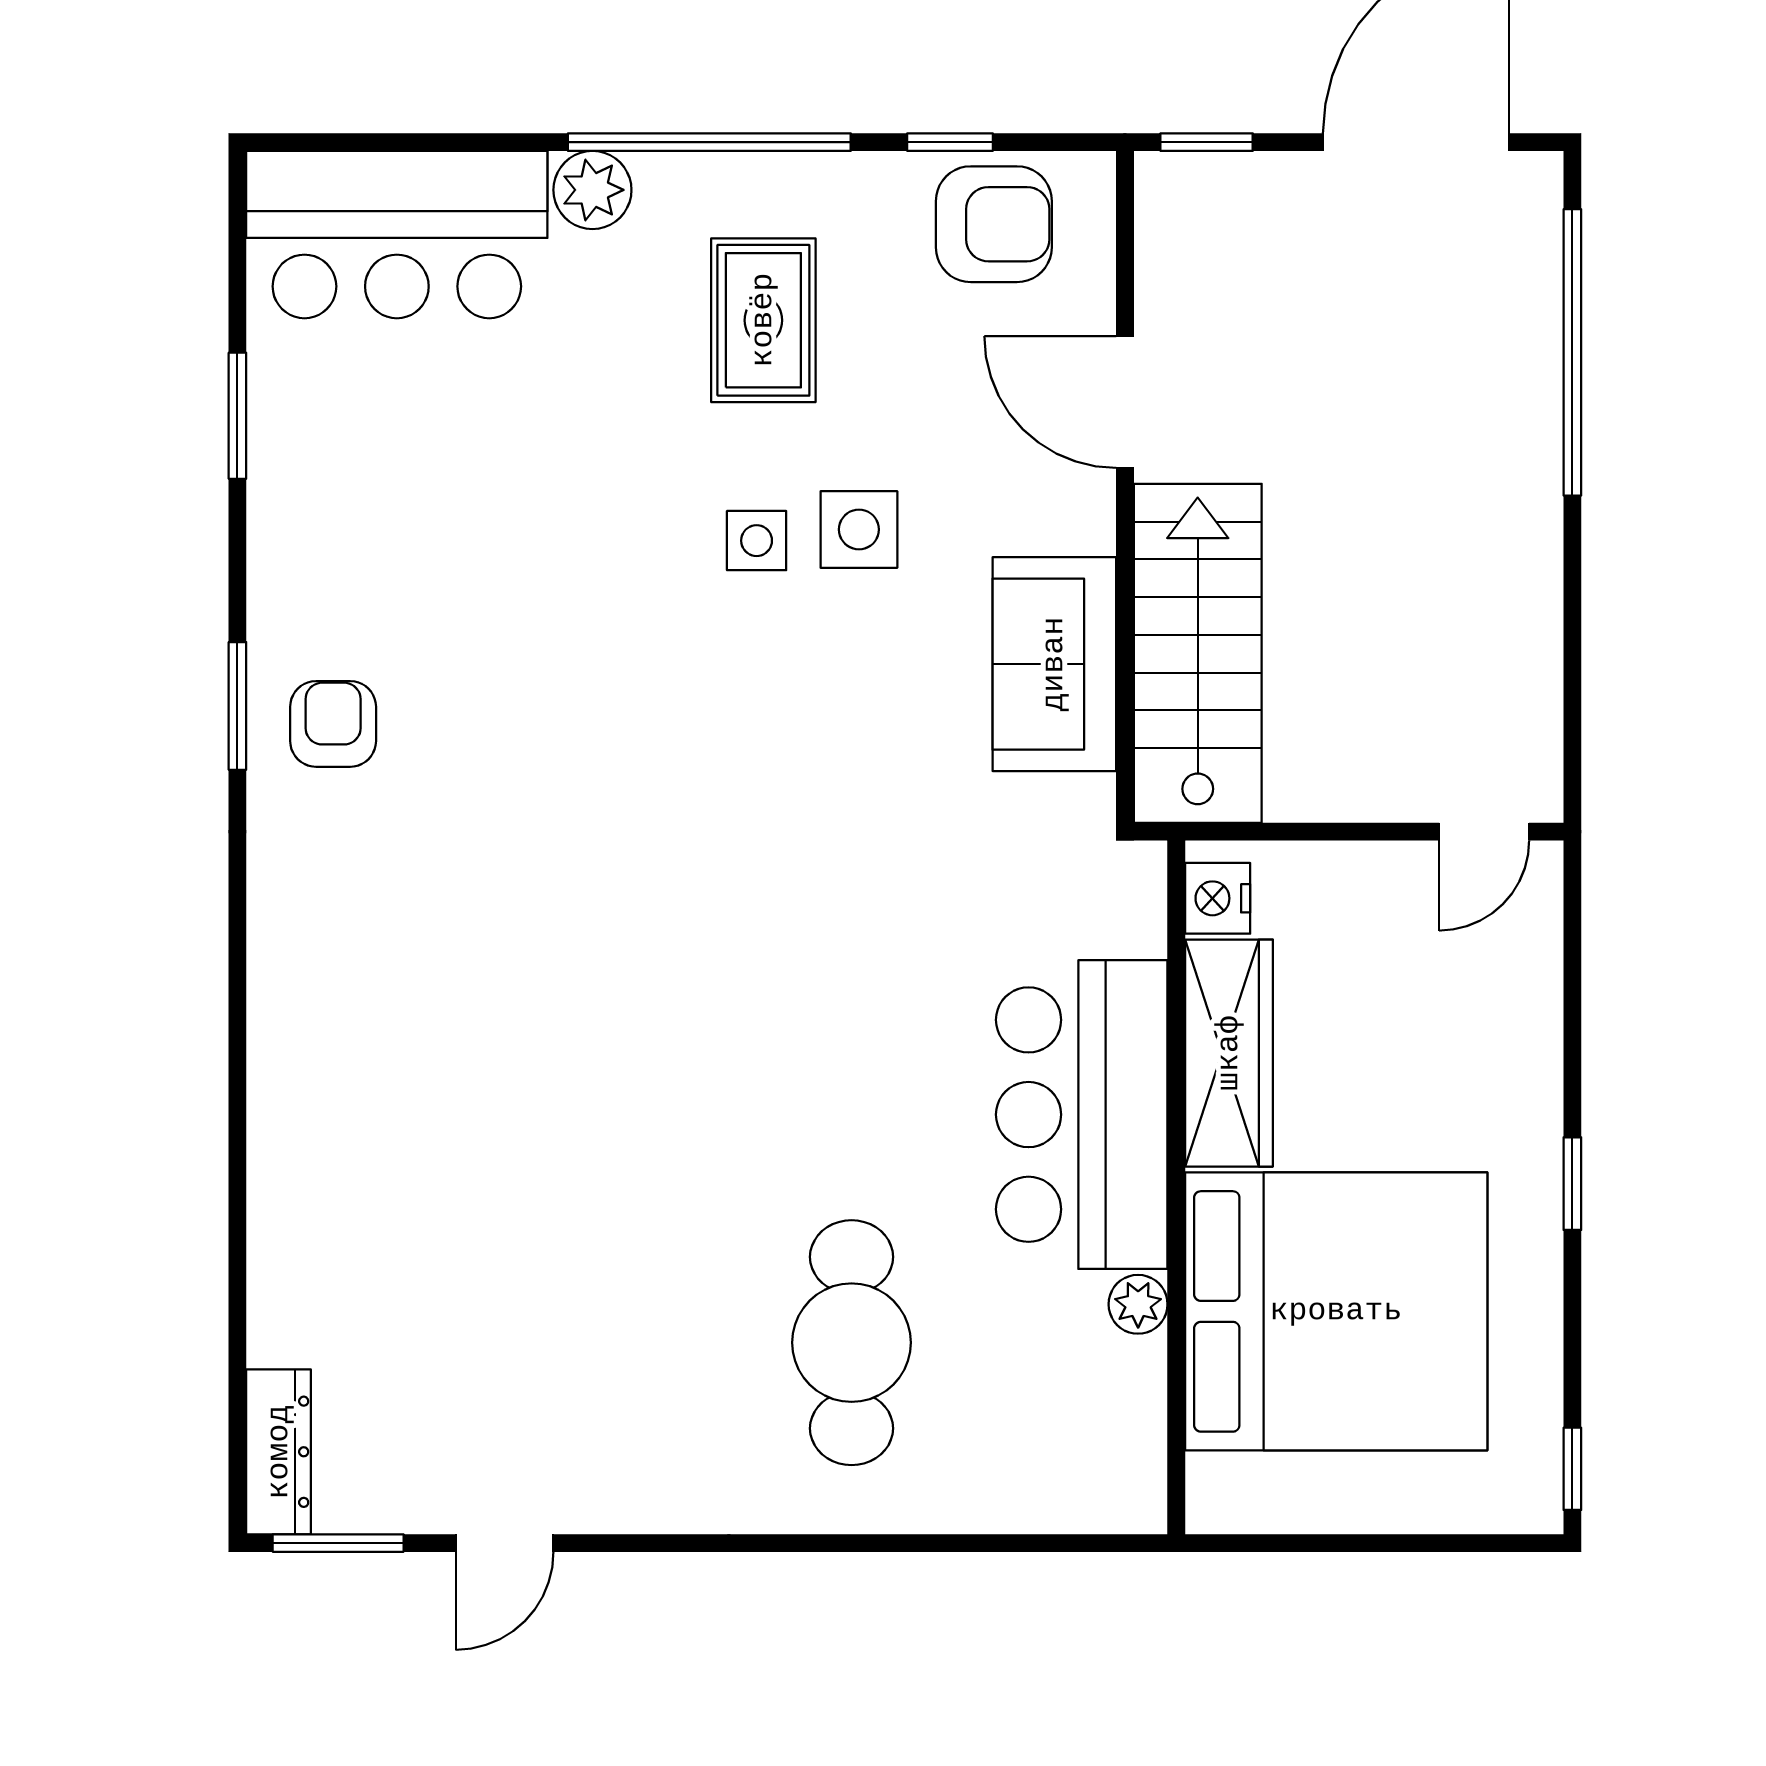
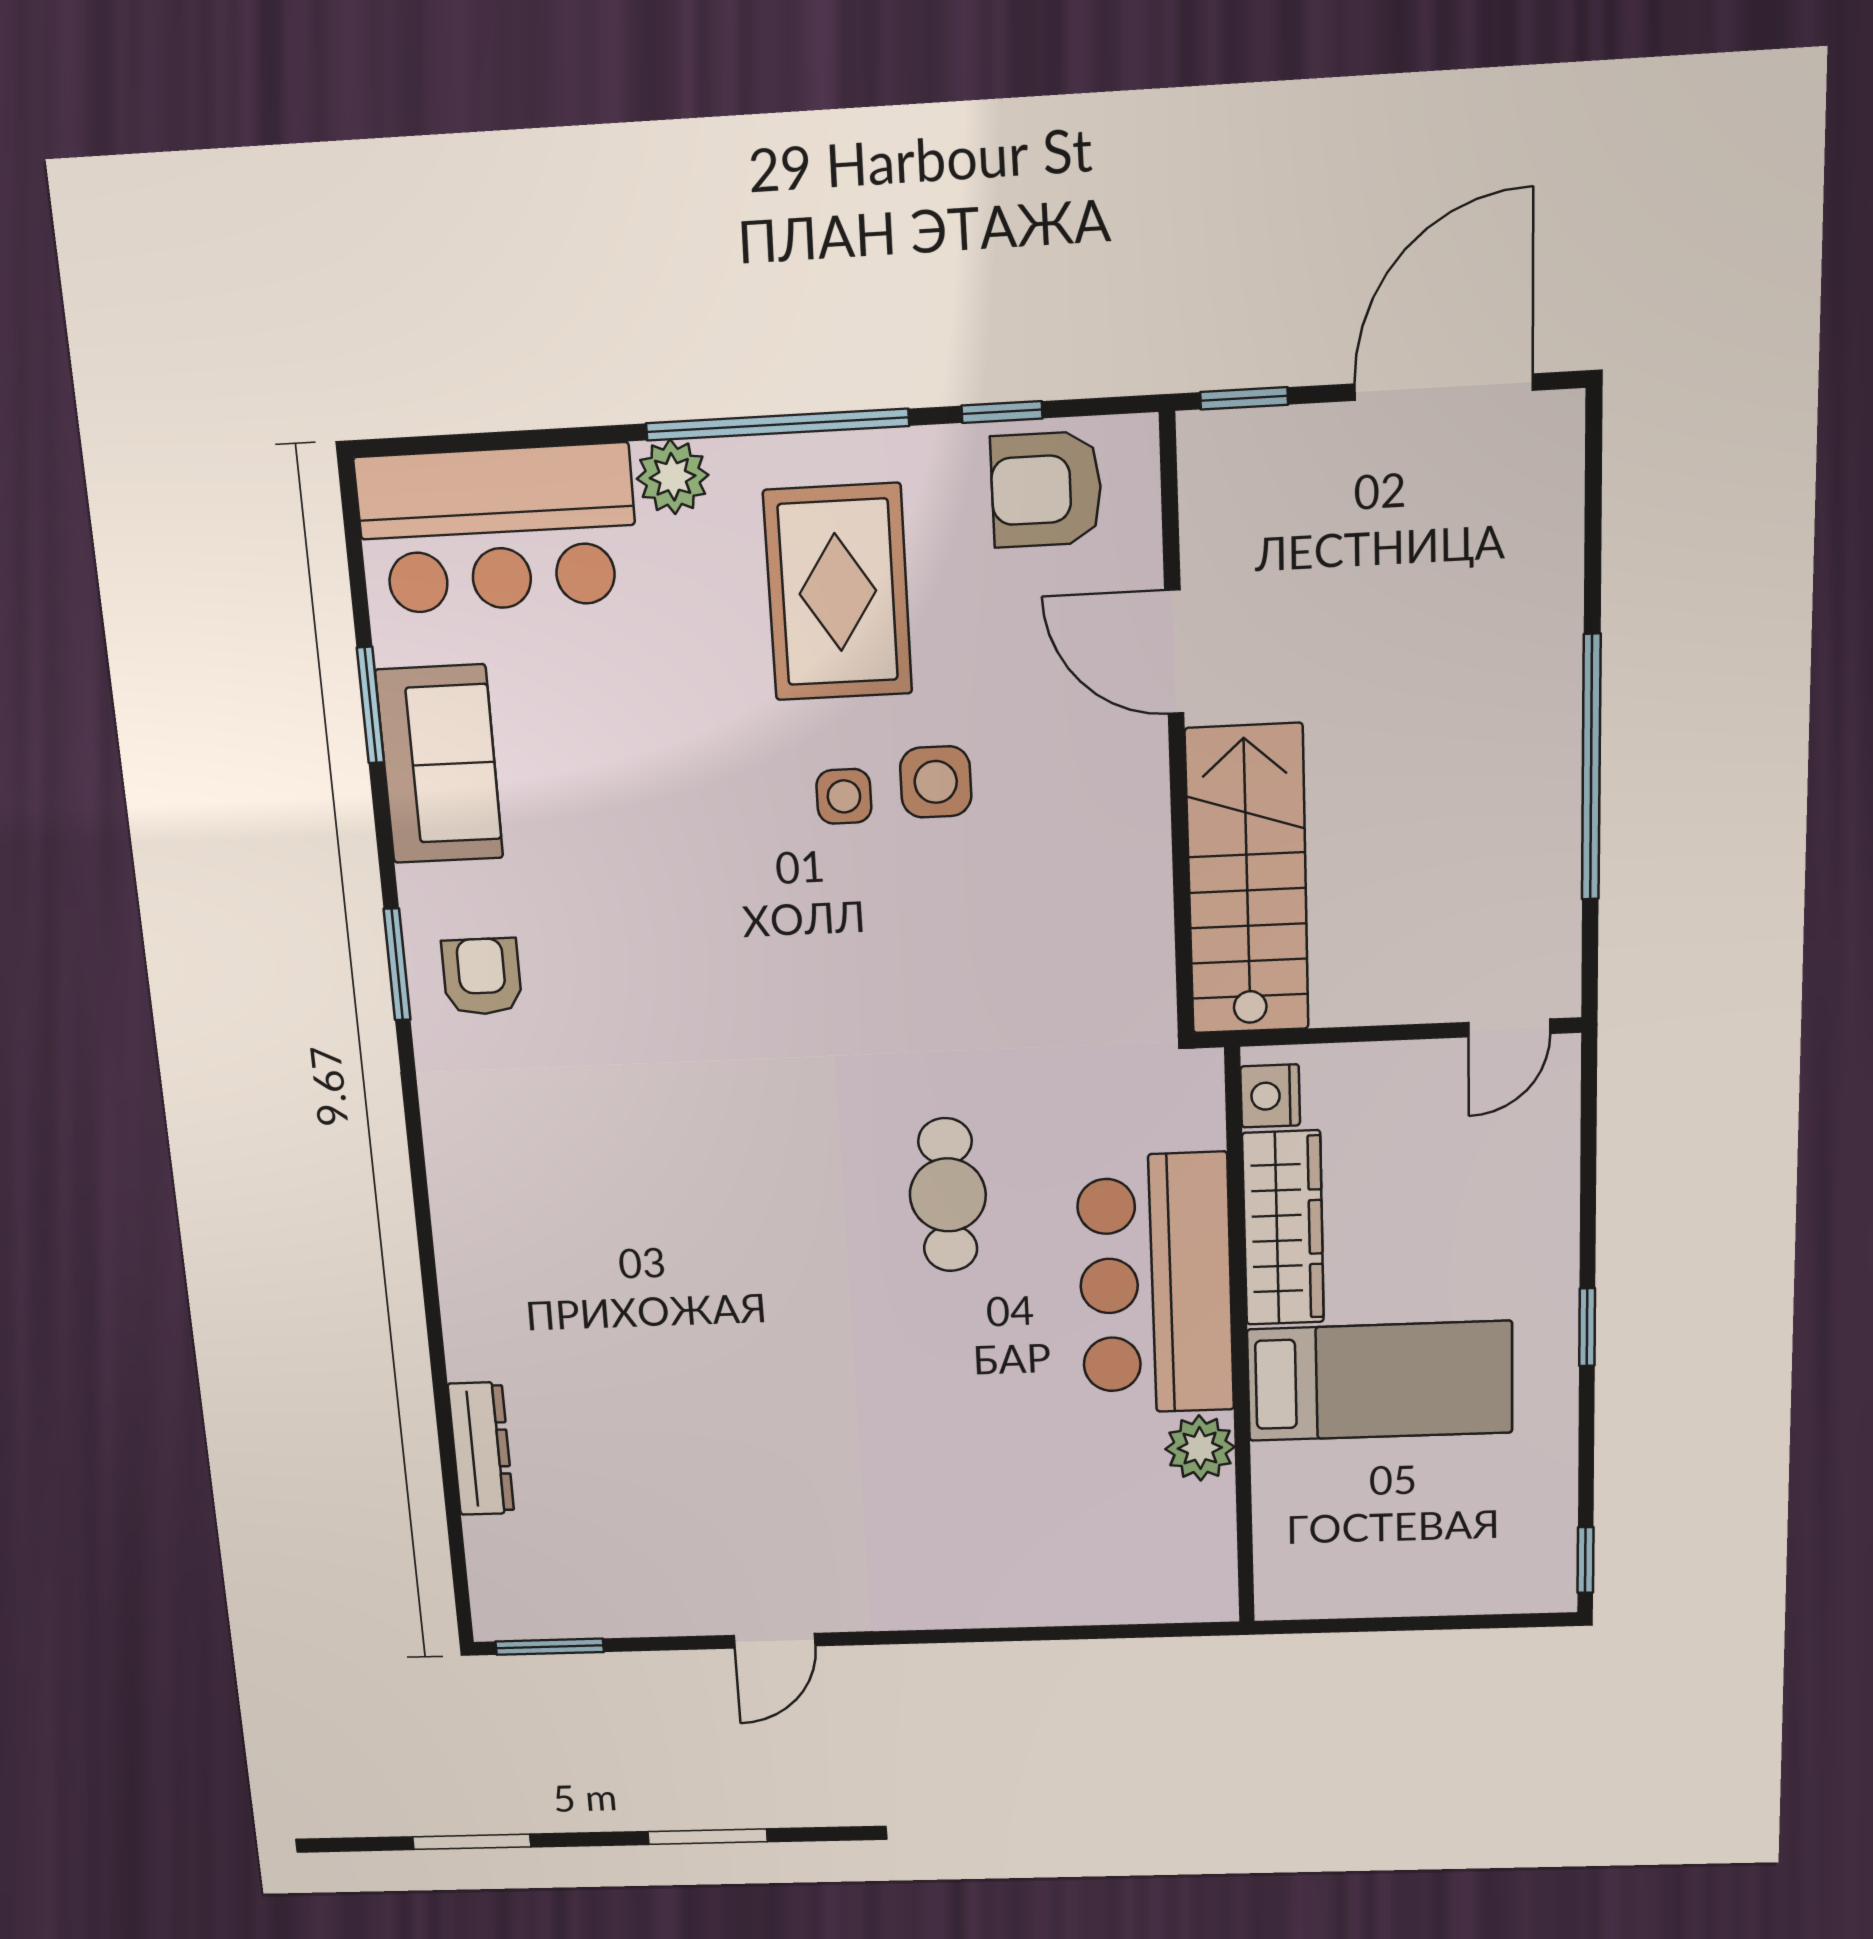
armchair: (994, 224) -> (1046, 489), turned 180
rug: (763, 320) -> (838, 592), width x1.36, depth x1.43
window: (1572, 352) -> (1591, 768), moved
sofa: (1054, 664) -> (439, 764), moved, turned 180
plant: (1138, 1304) -> (1200, 1448), width x1.38, depth x1.38
bed: (1336, 1311) -> (1380, 1381), width x0.49
cafe table: (852, 1343) -> (948, 1195), moved, width x0.73, depth x0.74
dresser: (279, 1452) -> (481, 1449), moved
door: (505, 1543) -> (774, 1641), moved

